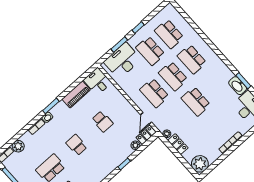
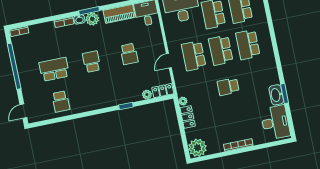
school desk: (196, 101) -> (228, 87), width x0.54
door: (146, 118) -> (169, 61), moved
plant: (18, 146) -> (92, 19), moved

